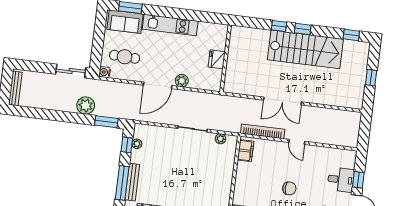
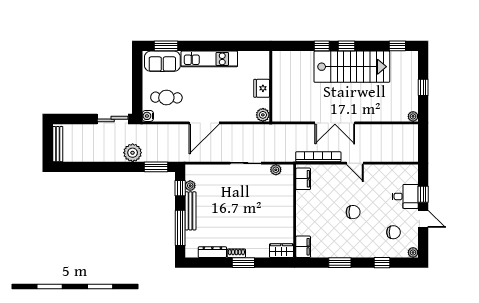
plant: (182, 81) -> (263, 115), moved
plant: (358, 104) -> (413, 116), added
bench: (132, 182) -> (190, 211), moved

